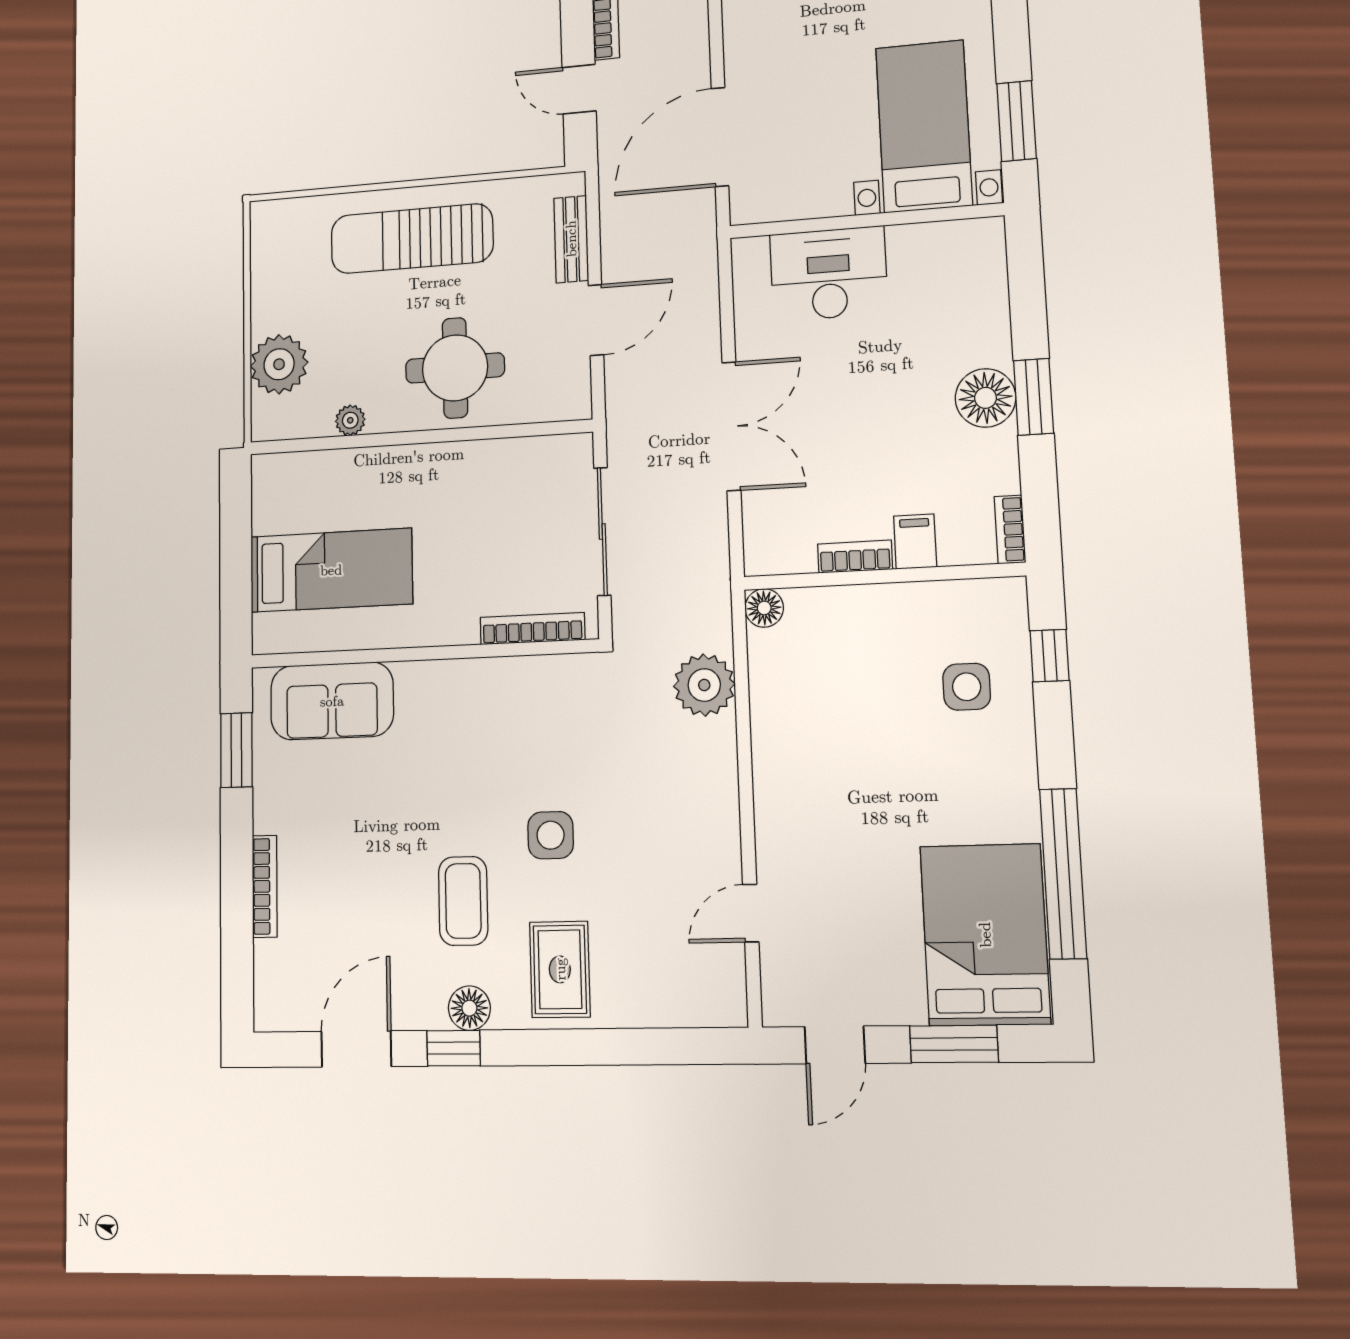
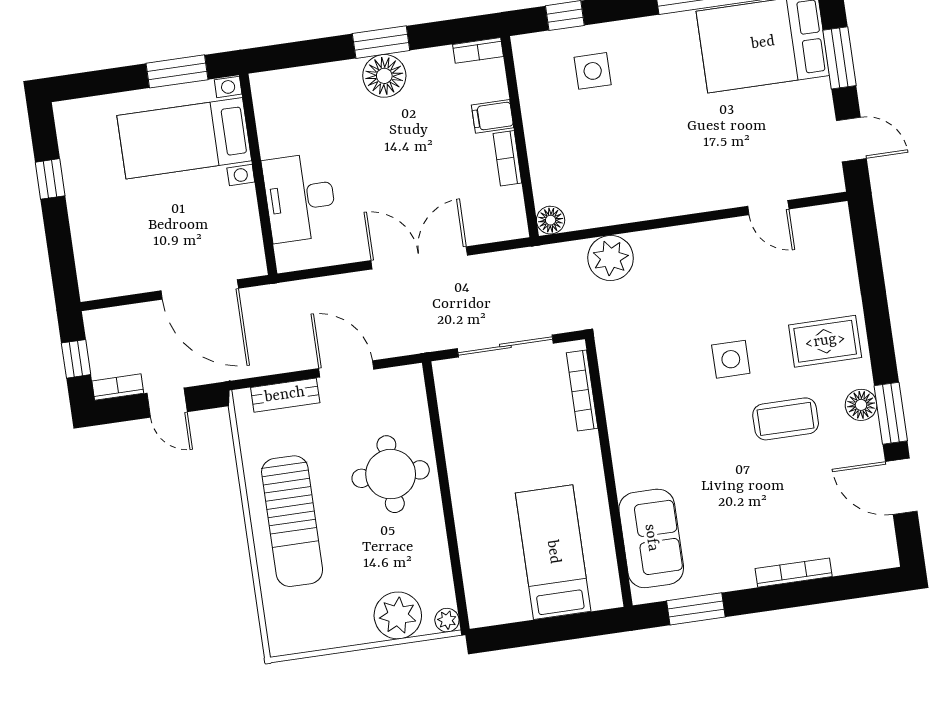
door: (579, 89) -> (167, 403), hinge flipped
plant: (350, 420) -> (447, 620), moved
window: (454, 1048) -> (891, 413), width x1.50

